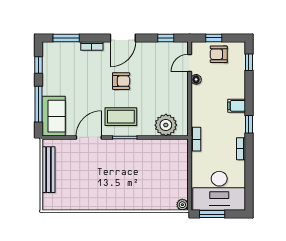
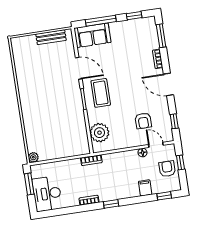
armchair: (121, 81) -> (143, 121), moved
filing cabinet: (237, 106) -> (145, 188), moved
bench: (49, 170) -> (51, 37), width x0.73
desk: (219, 191) -> (47, 194), width x0.73, depth x0.77

